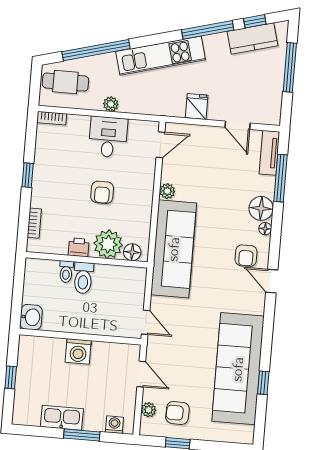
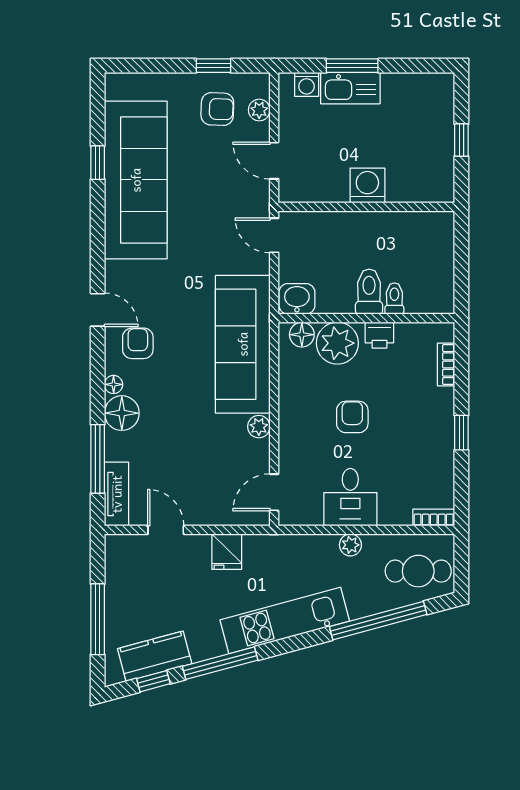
washbasin: (31, 317) -> (297, 299), moved, turned 90
kitchen sink: (62, 418) -> (350, 88), moved

